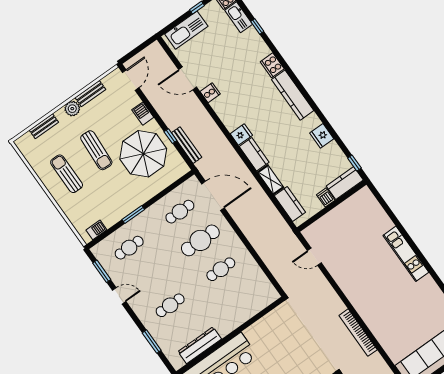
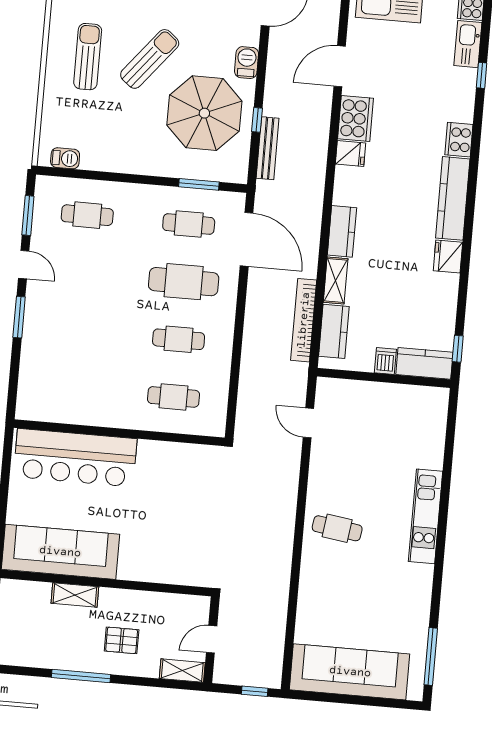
door: (188, 78) -> (340, 66), hinge flipped
cooker: (210, 93) -> (355, 118), width x1.87, depth x1.31
fridge: (241, 135) -> (350, 154), moved
fridge: (322, 136) -> (448, 256), moved
sun lounger: (96, 150) -> (150, 59), turned -144
window: (133, 214) -> (199, 184), moved
cafe table: (369, 294) -> (337, 528), added
cafe table: (170, 305) -> (174, 397), moved
bookcase: (358, 333) -> (304, 320), moved
window: (152, 342) -> (19, 317), moved
dresser: (200, 345) -> (72, 412), removed

